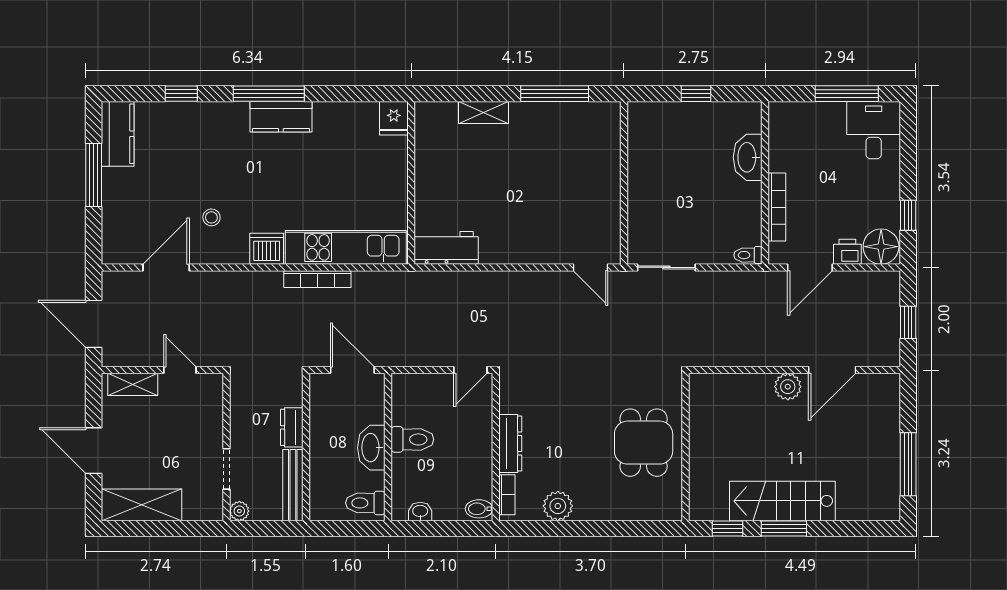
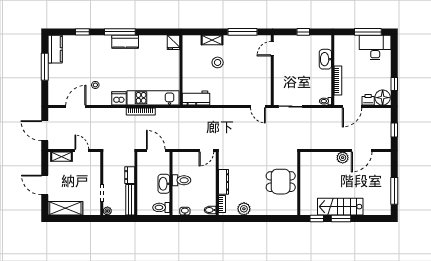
desk: (874, 130) -> (375, 48), width x1.37
door: (624, 133) -> (272, 49), added
stool: (496, 165) -> (218, 62), added
dining table: (644, 443) -> (281, 182), turned 90

